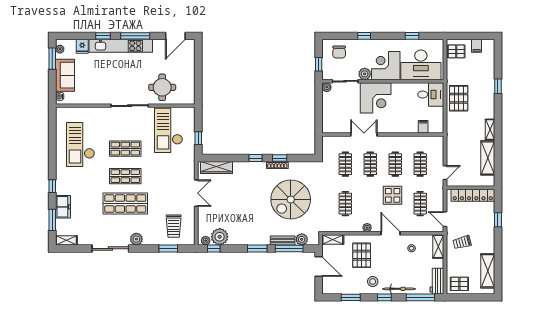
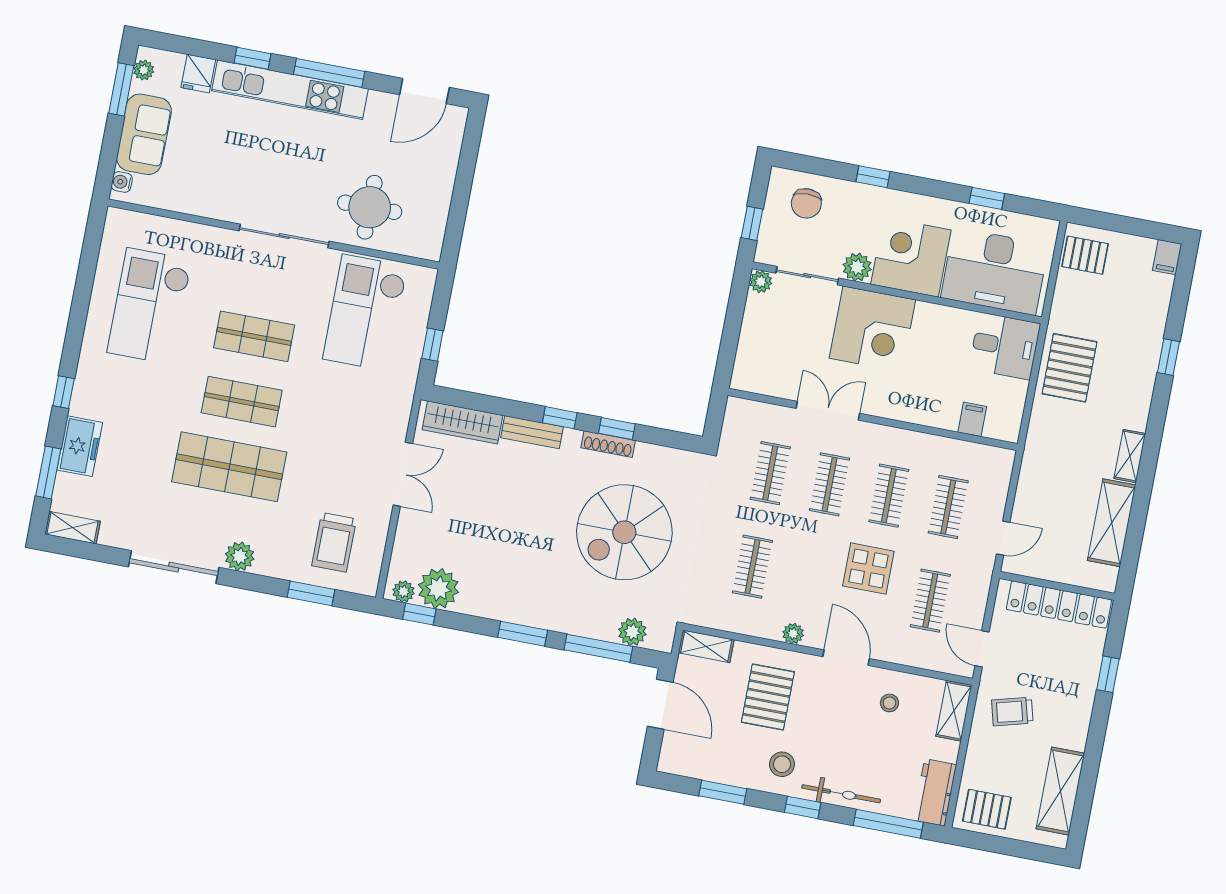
filing cabinet: (477, 46) -> (1167, 257), moved
bench: (283, 241) -> (532, 432), moved

